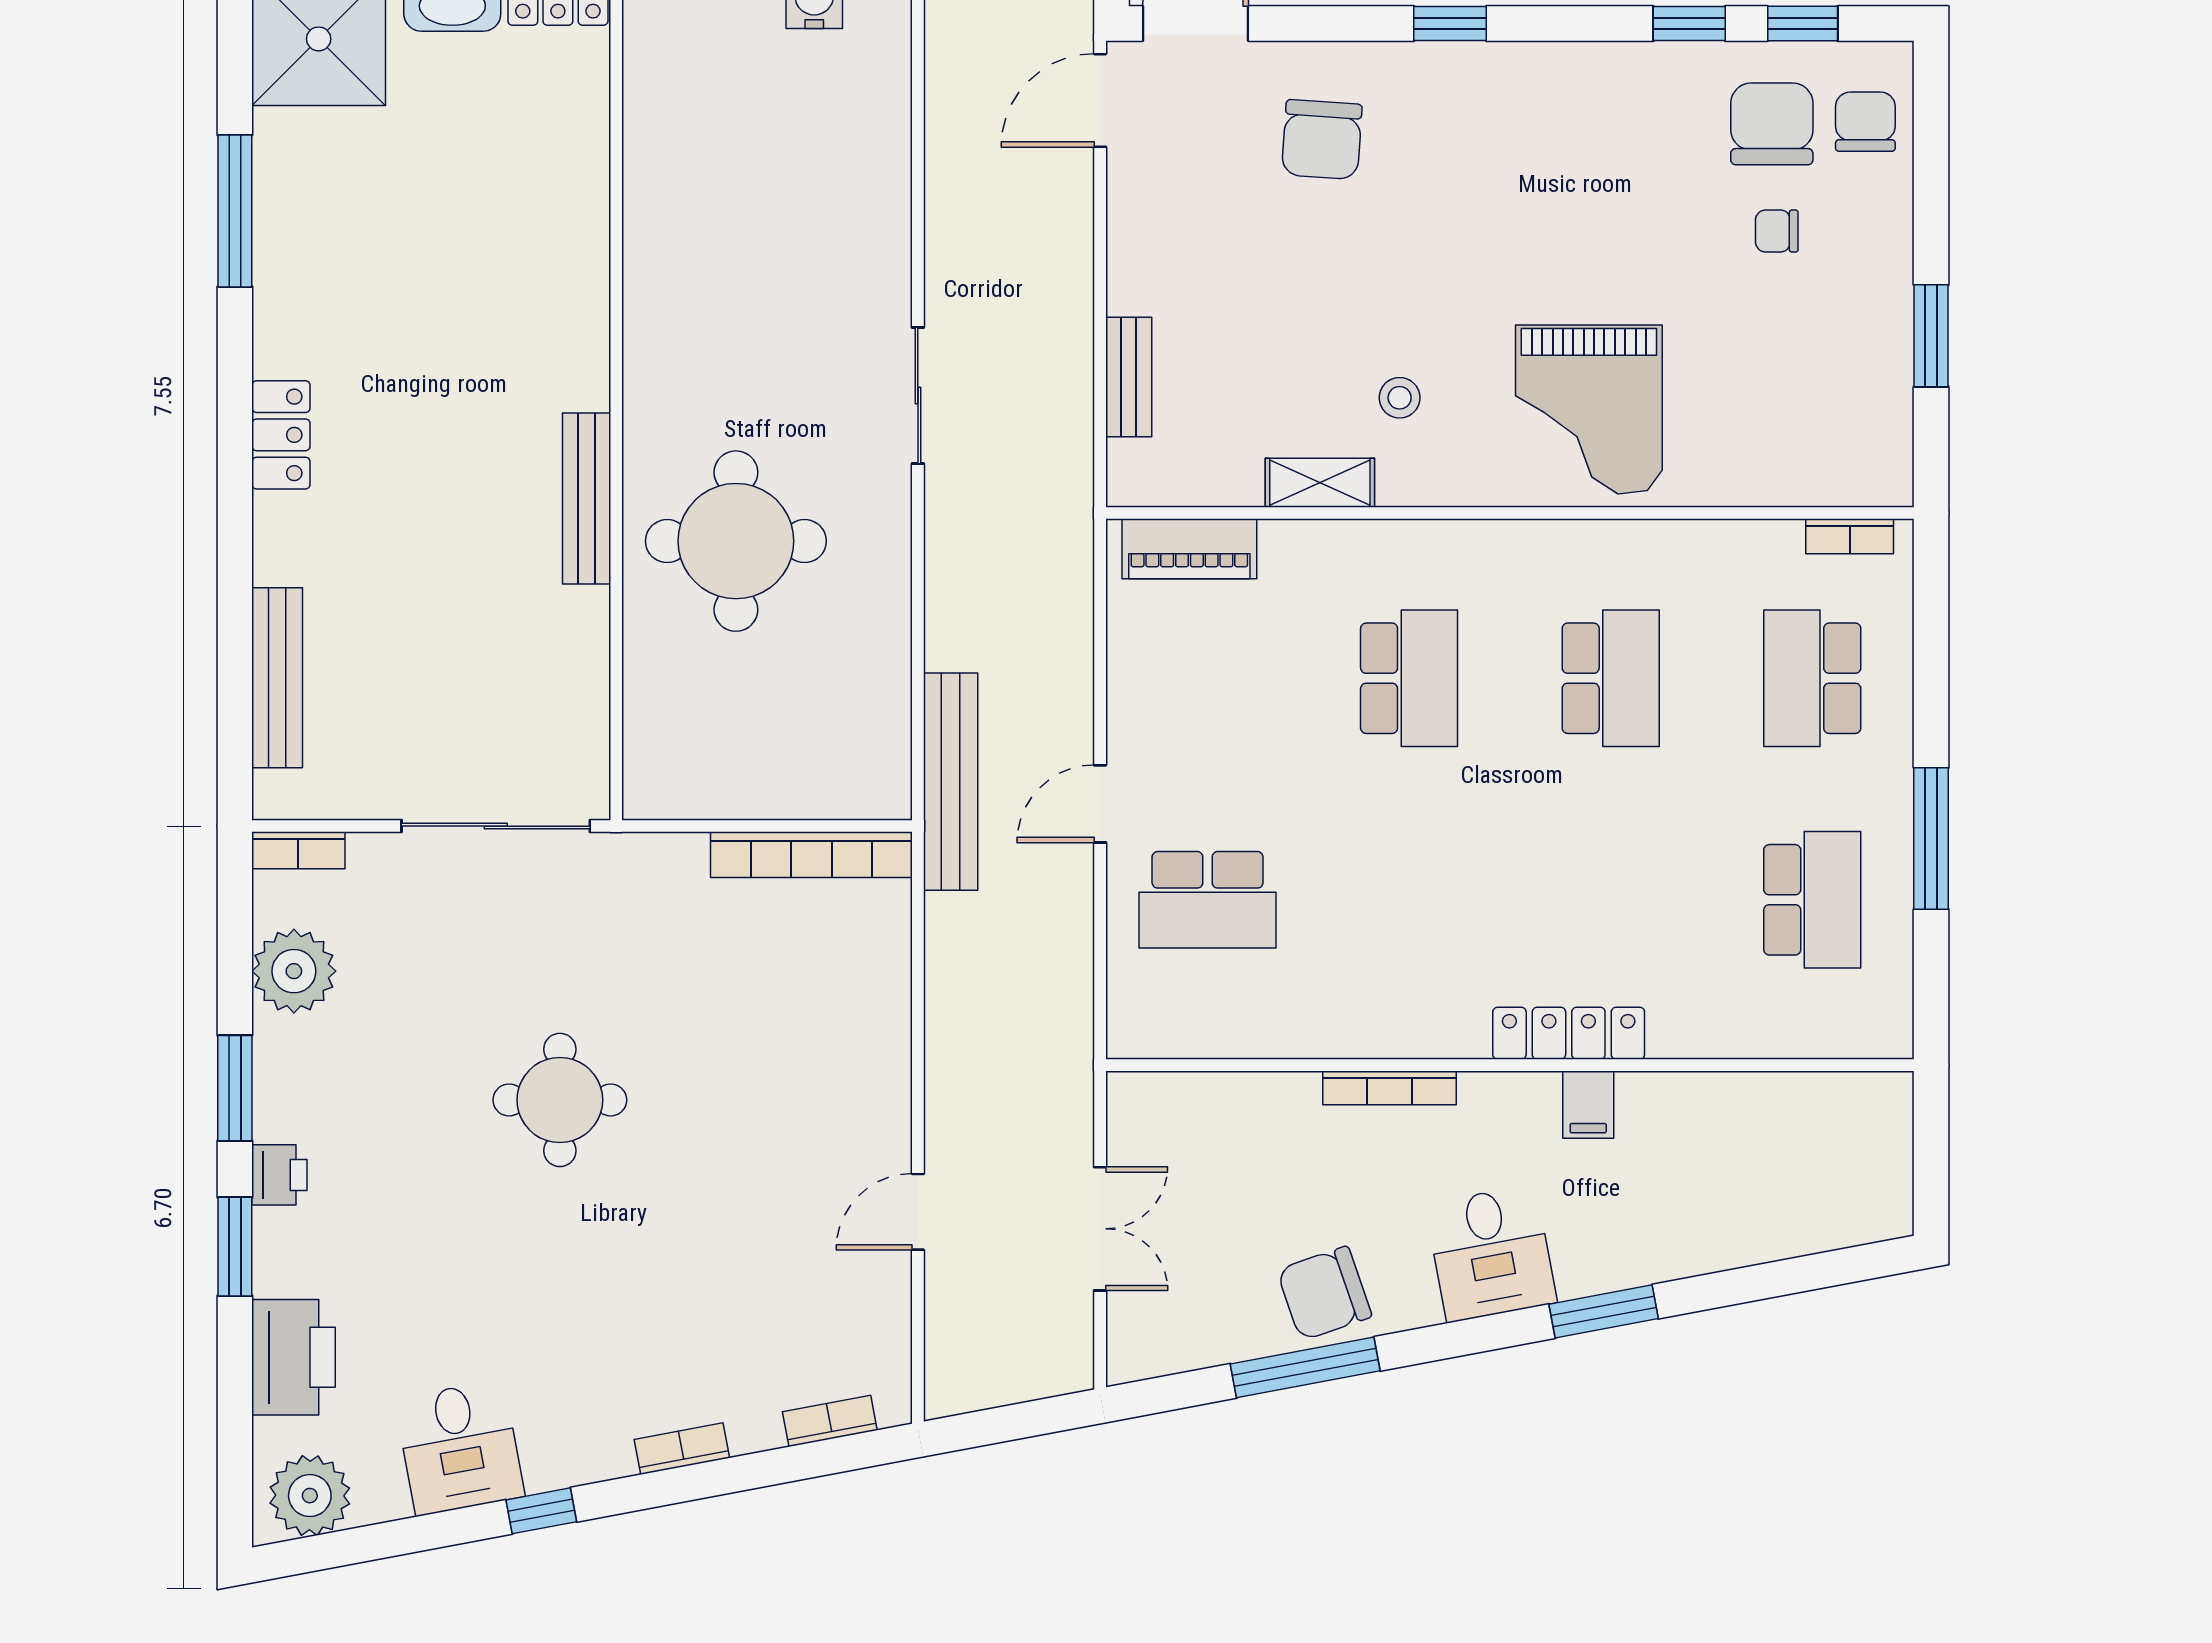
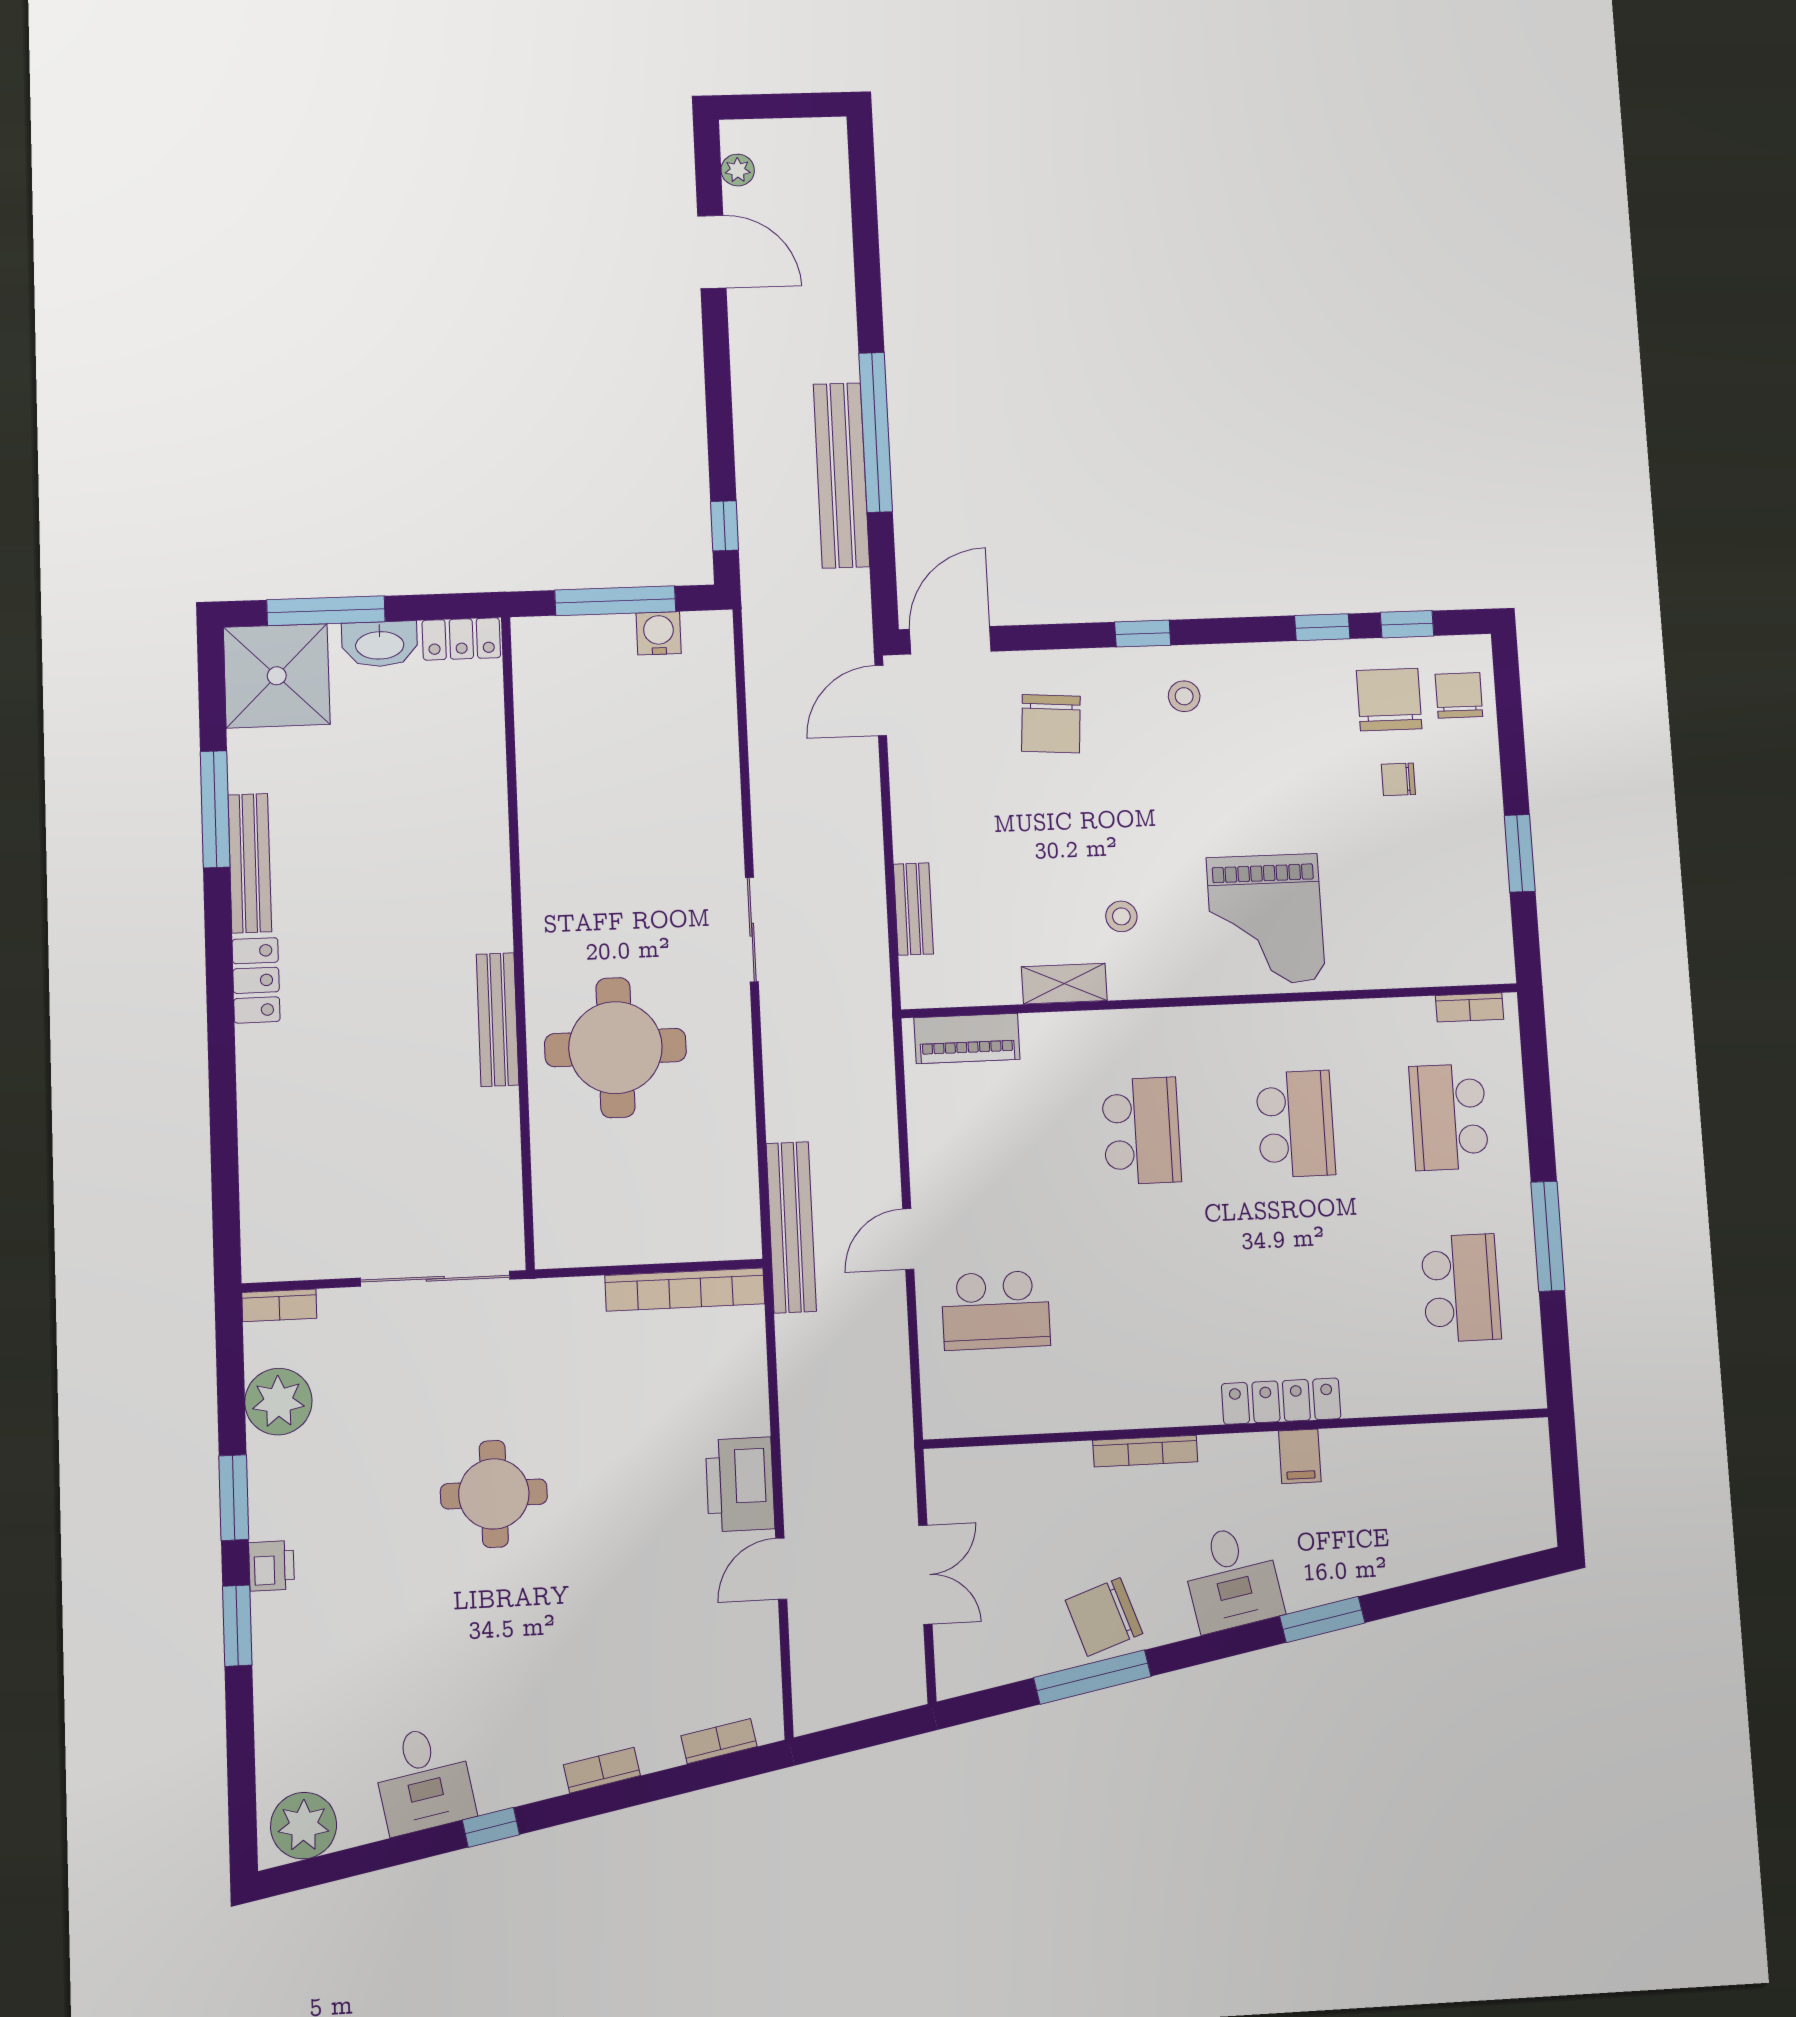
stool: (1500, 109) -> (1184, 696), added
bench: (277, 678) -> (250, 863), moved
printer: (294, 1357) -> (740, 1484), moved, turned 180

